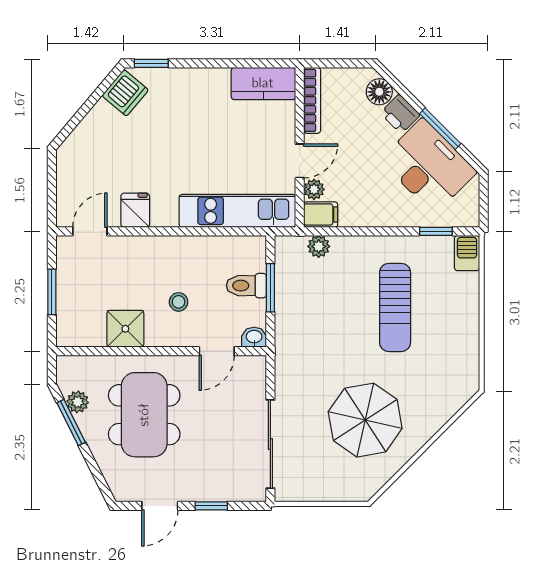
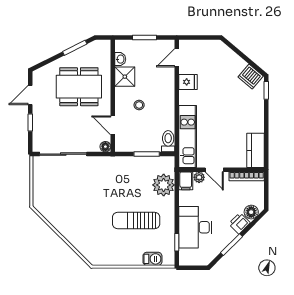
desk: (428, 166) -> (195, 227), moved, turned 135
door: (90, 231) -> (177, 58), swing flipped
plant: (319, 246) -> (164, 185), width x1.87, depth x1.87
barbecue: (467, 253) -> (152, 259), moved
toilet: (246, 286) -> (168, 141), moved
washbasin: (254, 337) -> (120, 59), moved
floor lamp: (257, 365) -> (105, 147), added
plant: (78, 402) -> (86, 51), removed
parasol: (365, 420) -> (76, 205), removed
door: (160, 506) -> (30, 95), hinge flipped

